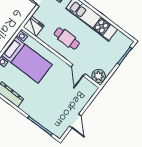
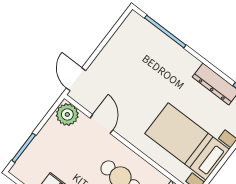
door: (75, 121) -> (76, 79), moved

